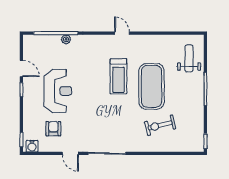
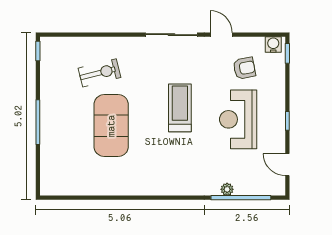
door: (122, 33) -> (151, 198), removed
weight bench: (189, 58) -> (60, 163), removed
door: (21, 69) -> (287, 165), moved
treadmill: (119, 76) -> (180, 108), moved
armchair: (53, 129) -> (244, 68), turned -101

